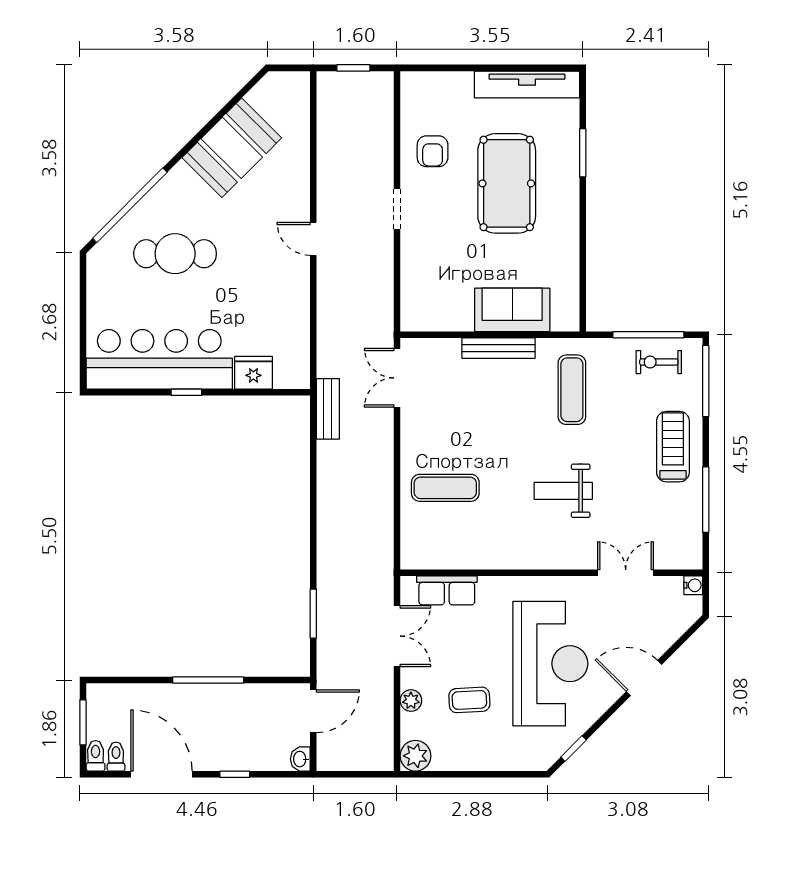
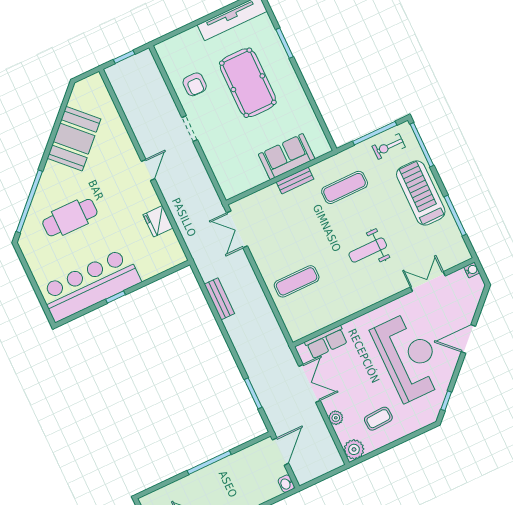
door: (313, 239) -> (148, 170), swing flipped
bench: (498, 348) -> (295, 180), width x0.73
fridge: (253, 373) -> (158, 221), moved, turned -90
exercise mat: (572, 390) -> (345, 187), turned 90
bench: (328, 409) -> (219, 299), moved
treadmill: (673, 447) -> (421, 193), width x1.37, depth x1.38
coffee table: (469, 700) -> (378, 419), moved

